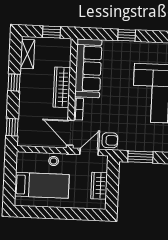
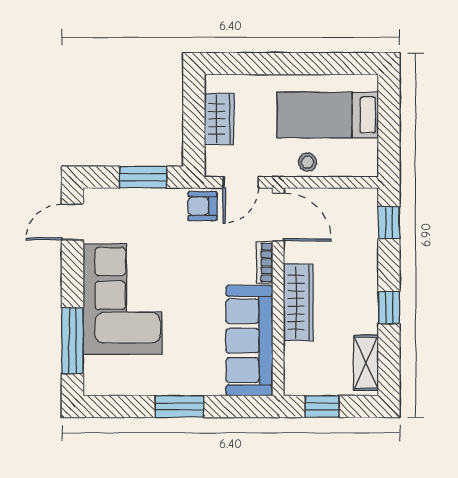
window: (127, 35) -> (180, 406), width x1.50

